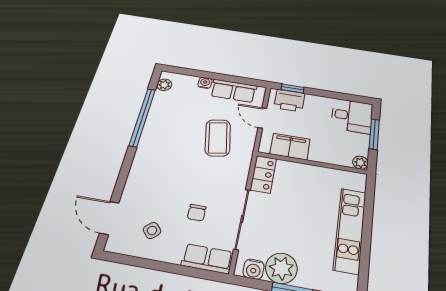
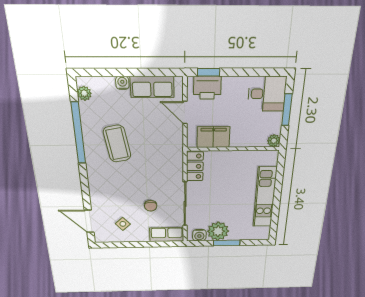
coffee table: (218, 138) -> (117, 144), moved

